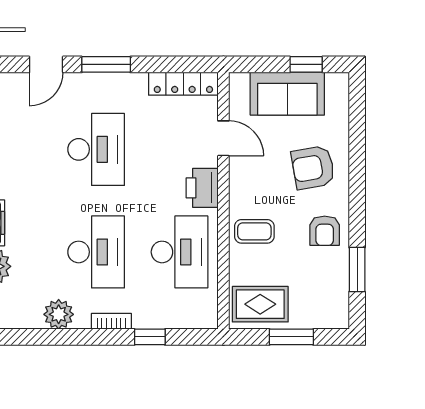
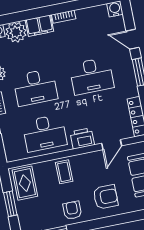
armchair: (313, 168) -> (106, 197), turned 100
armchair: (325, 231) -> (72, 210), turned 90

